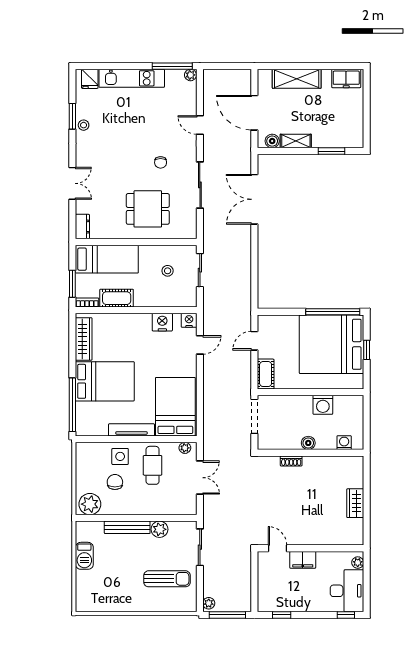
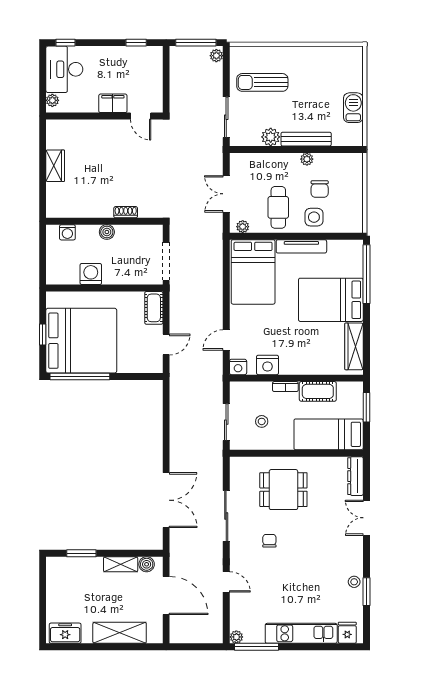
dresser: (82, 227) -> (355, 476), width x1.44
bookcase: (87, 303) -> (285, 387), moved
plant: (90, 504) -> (307, 159), moved, width x0.53, depth x0.53

